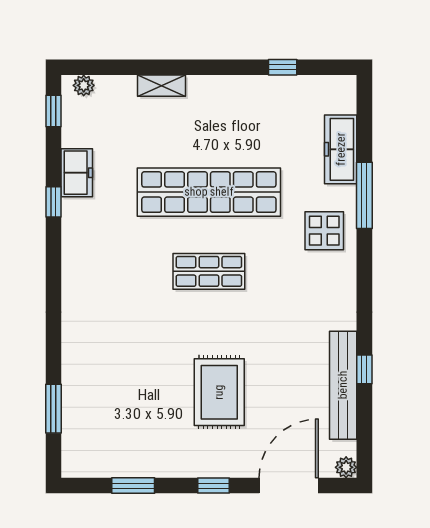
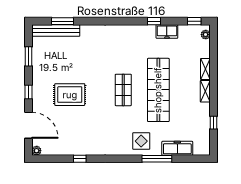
shelving: (212, 86) -> (205, 91), added
bench: (343, 385) -> (56, 30), moved

